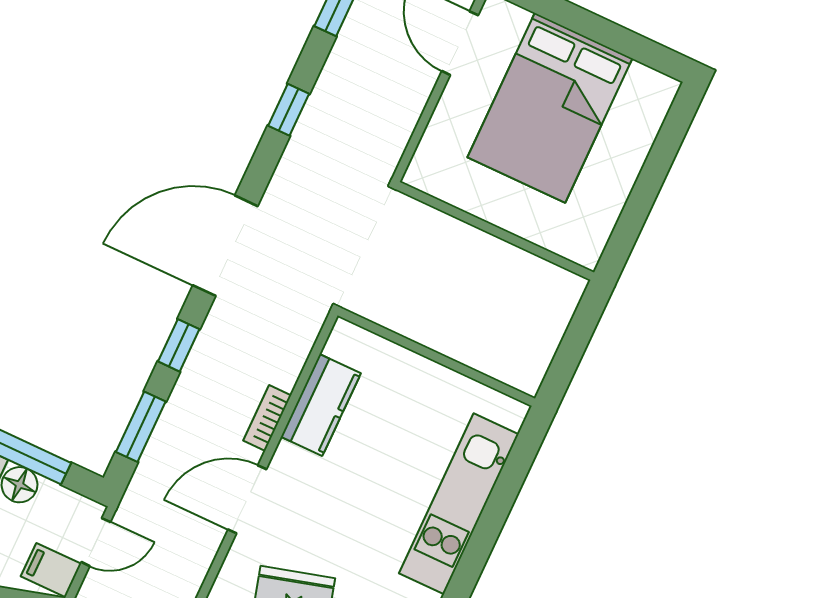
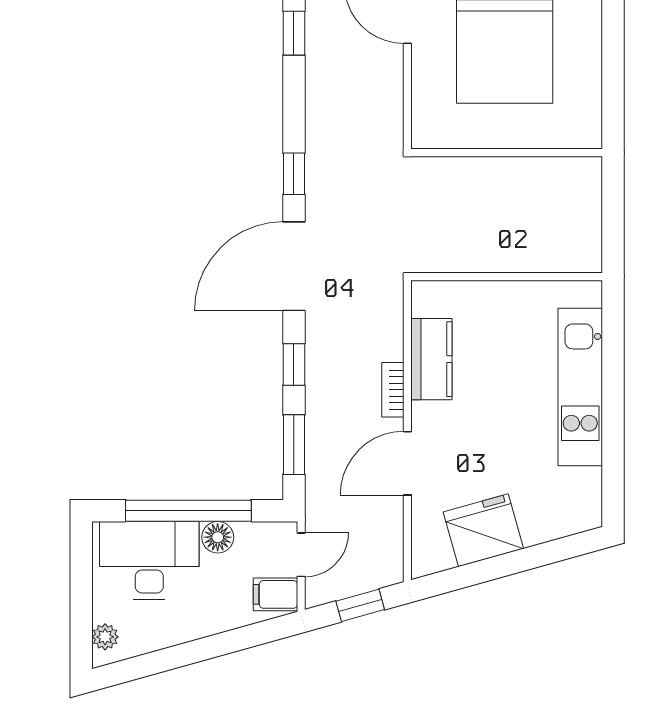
window: (289, 110) -> (294, 174), moved

